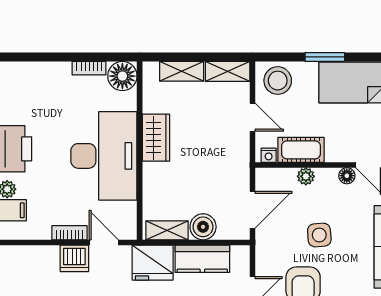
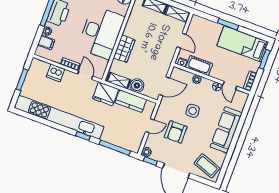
stool: (278, 81) -> (200, 27), removed
wardrobe: (156, 138) -> (124, 49), moved
dishwasher: (74, 258) -> (56, 73), moved

